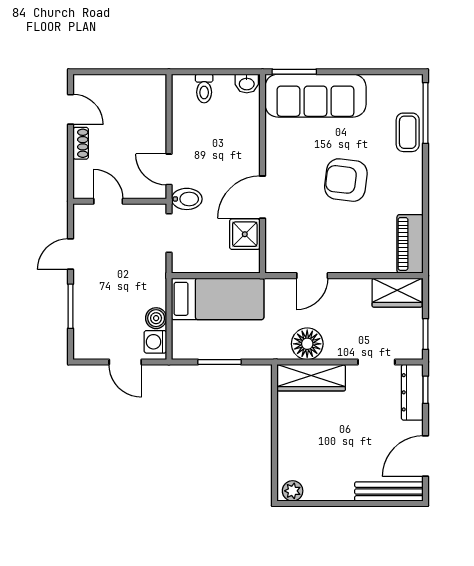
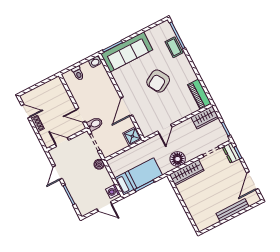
armchair: (346, 180) -> (158, 81), turned -37
shower: (245, 234) -> (132, 136), moved
bed: (218, 299) -> (138, 176), moved
boiler: (156, 318) -> (99, 164), moved
dresser: (412, 392) -> (231, 153), width x0.70
plant: (293, 491) -> (204, 225), removed
bench: (389, 492) -> (232, 210), moved

